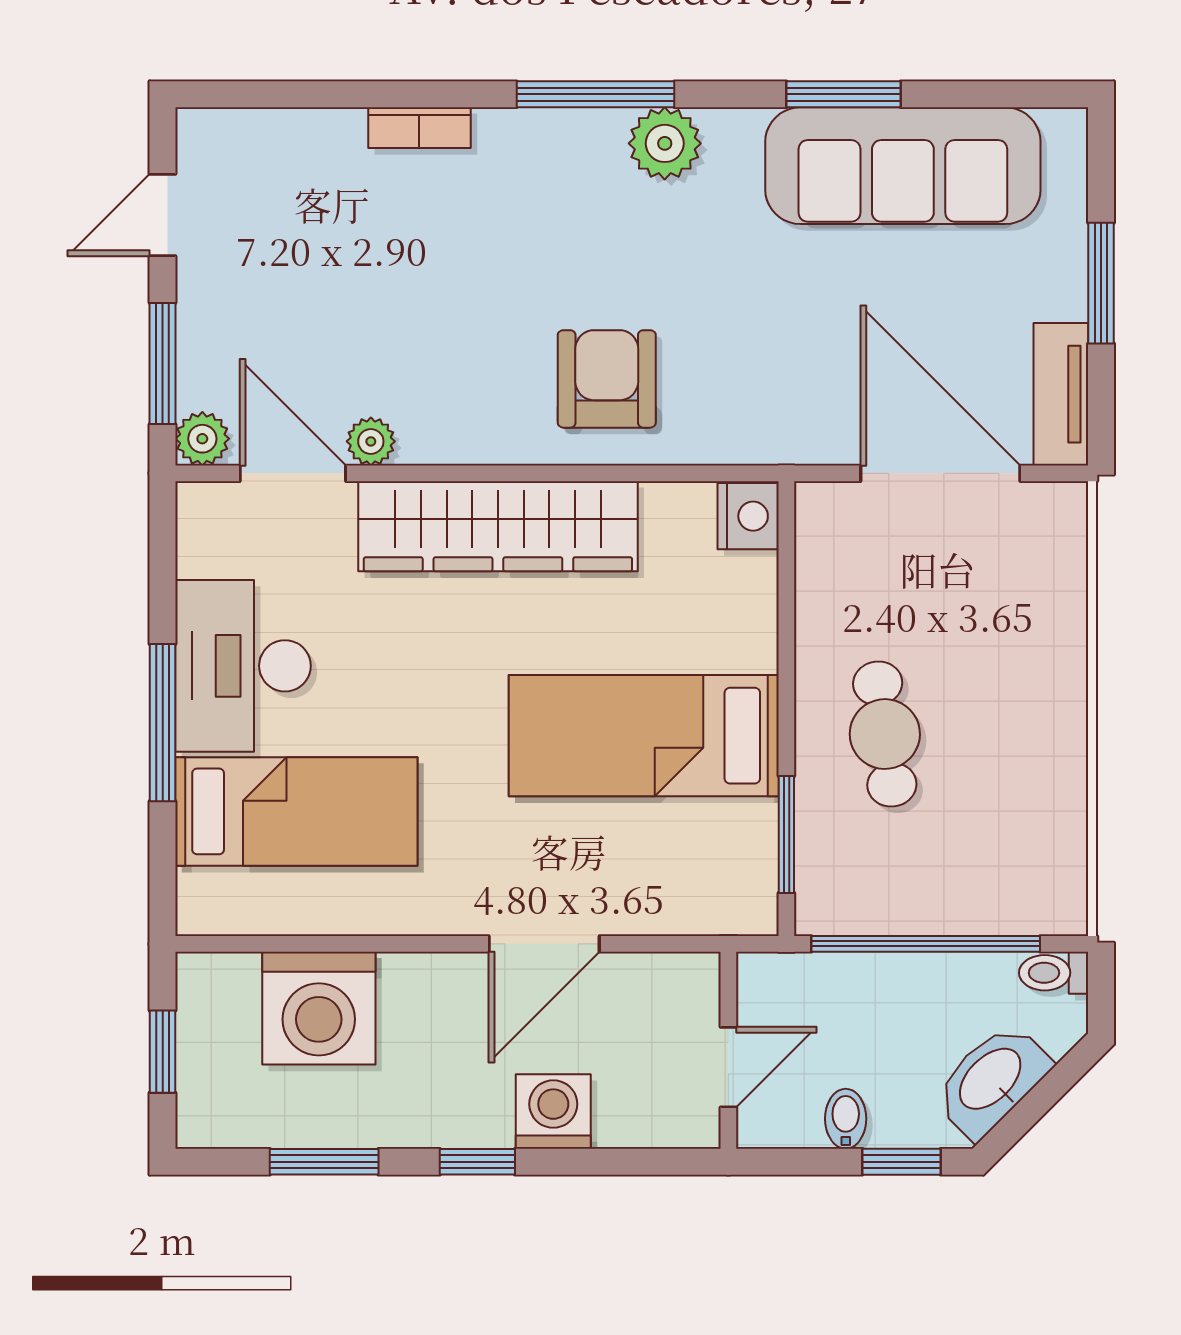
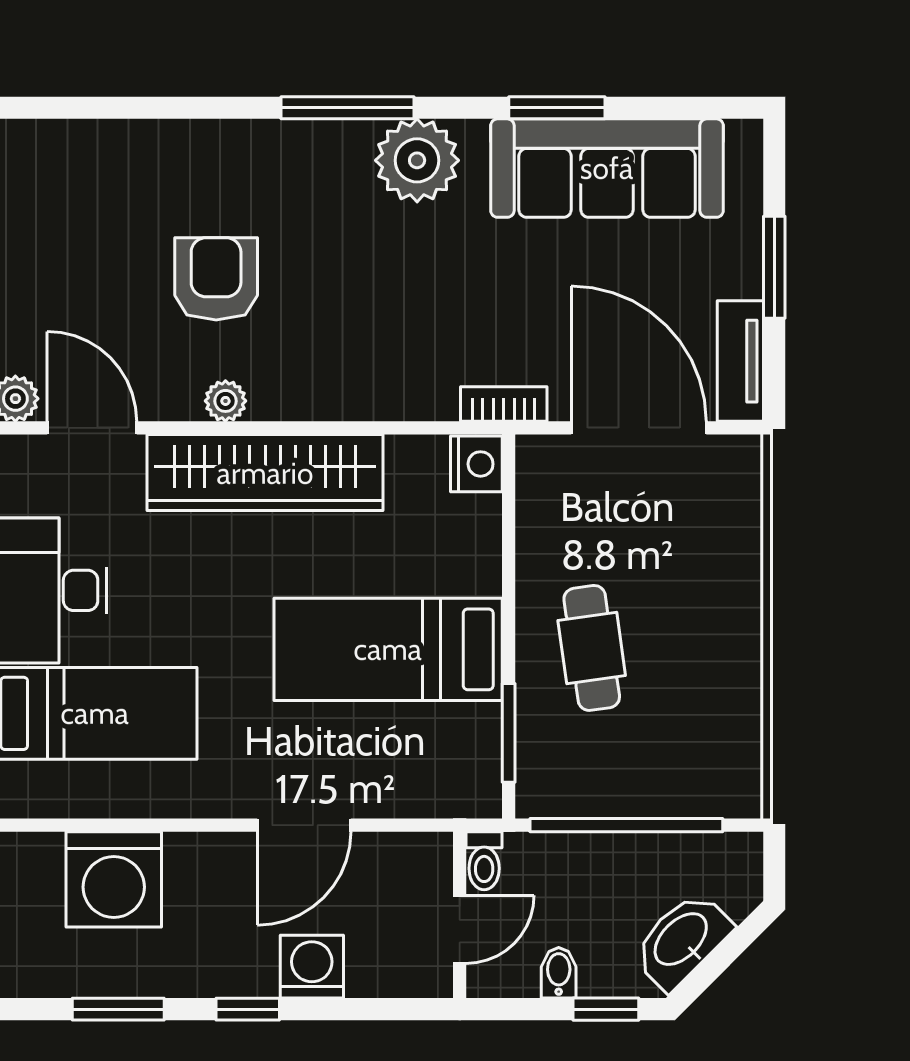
bookcase: (419, 128) -> (504, 404), moved, turned 180
plant: (665, 143) -> (417, 160), width x1.36, depth x1.36
armchair: (607, 379) -> (216, 279), moved
plant: (371, 441) -> (225, 401), moved
toilet: (1054, 973) -> (484, 861), moved, turned -90

